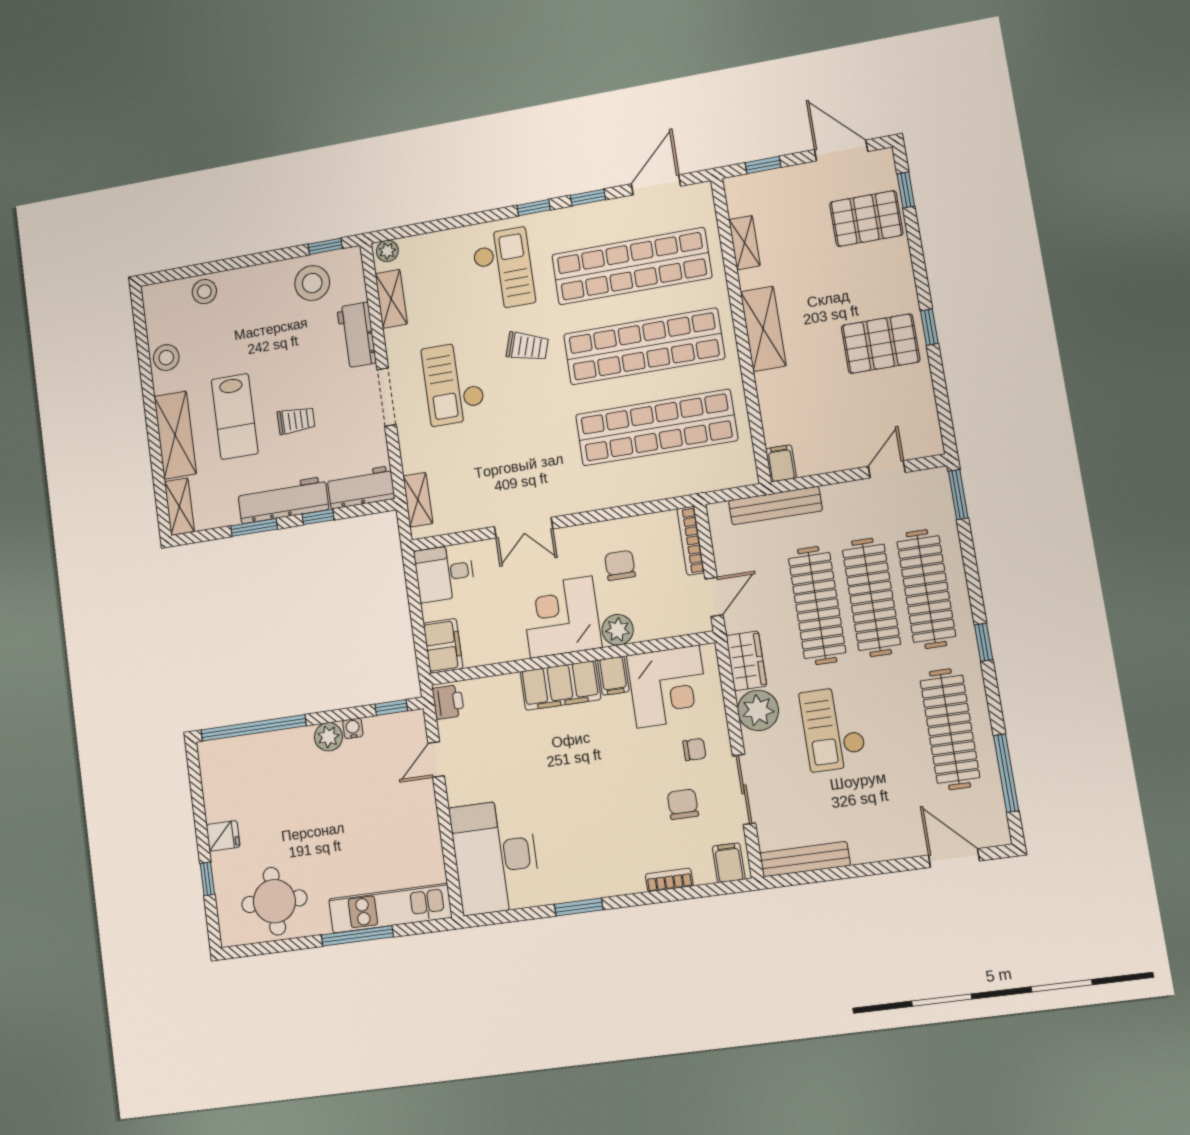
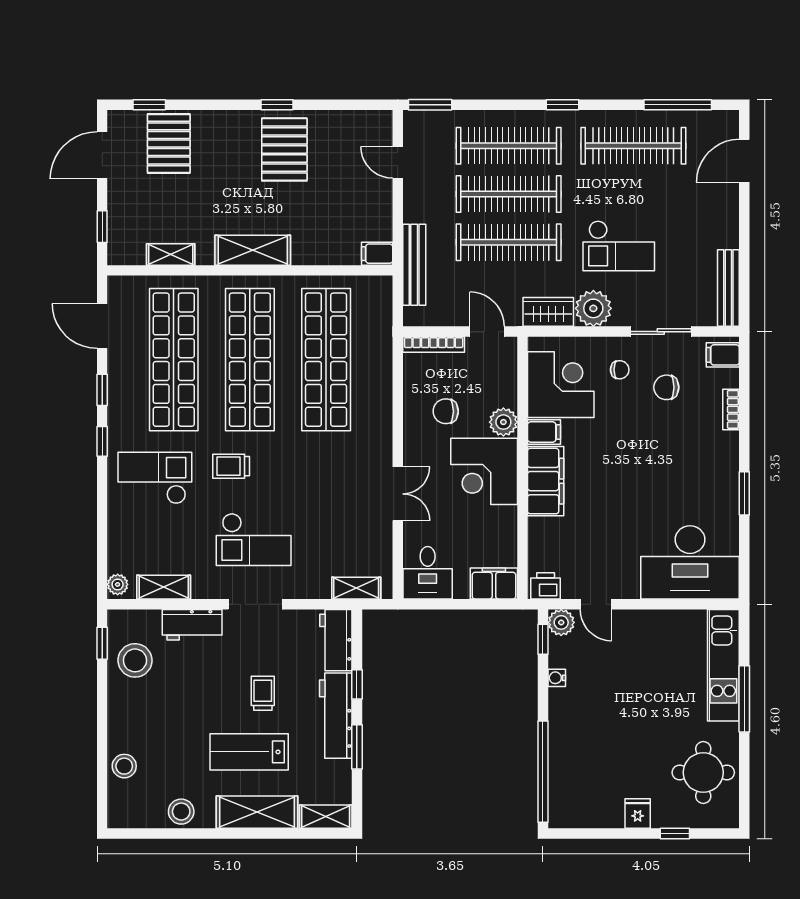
trolley: (527, 346) -> (231, 466), turned -107
lab bench: (235, 416) -> (249, 752), turned 180
plant: (328, 737) -> (561, 622), moved
chair: (694, 749) -> (620, 370), turned 90

